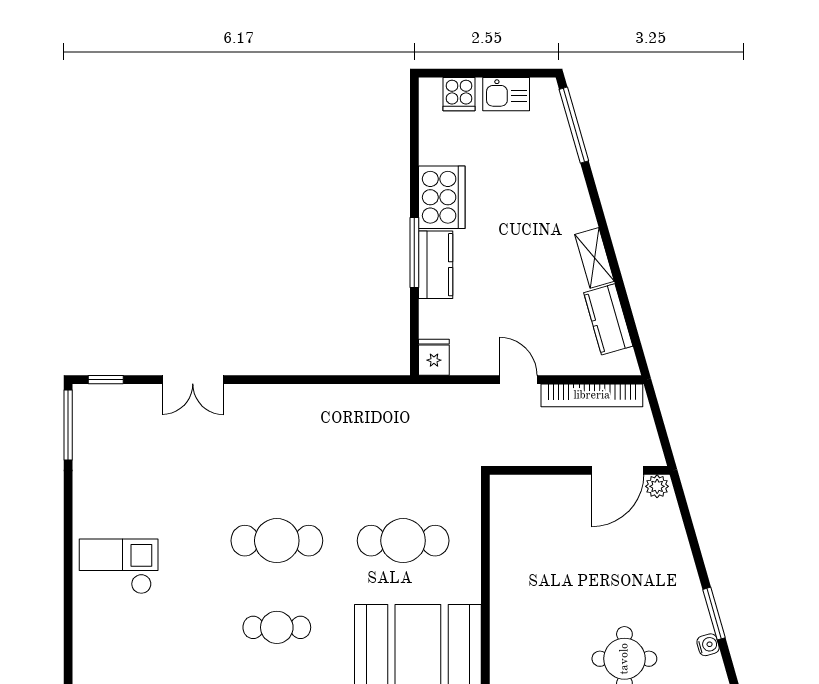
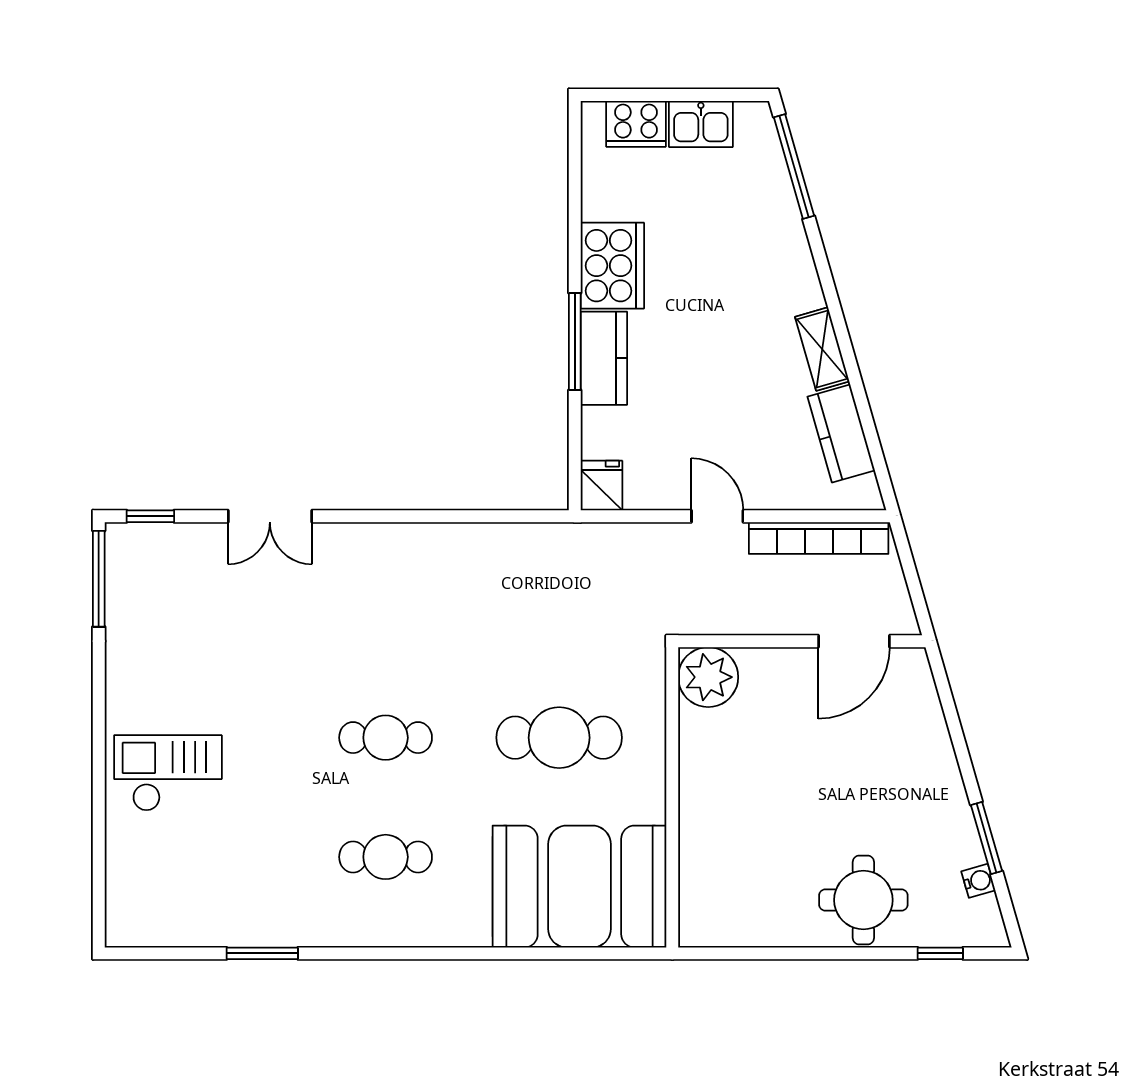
cooker: (459, 94) -> (636, 124), width x1.36
plant: (657, 486) -> (708, 677), moved, width x1.87, depth x1.87
cafe table: (277, 541) -> (386, 738), width x0.73, depth x0.74

